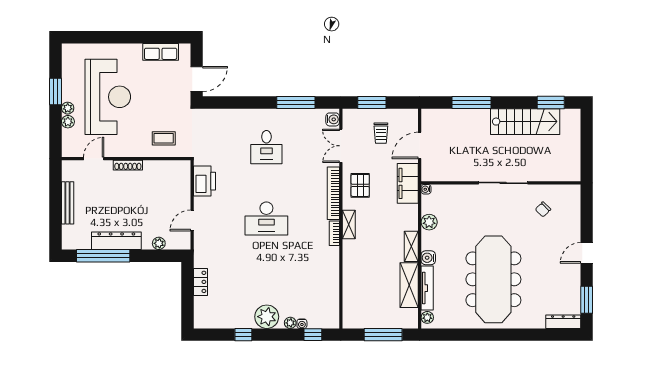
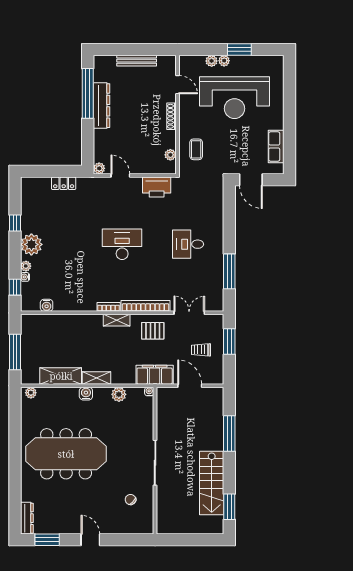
water cooler: (333, 119) -> (47, 305), moved
plant: (170, 166) -> (170, 155), added
desk: (266, 219) -> (122, 244), turned 90
plant: (159, 243) -> (99, 168), moved
tv unit: (427, 288) -> (58, 393), removed

